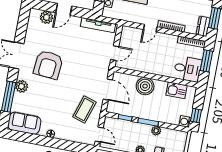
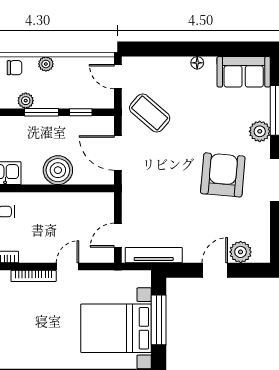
door: (115, 53) -> (118, 235), moved
coffee table: (84, 109) -> (150, 113), turned -67

